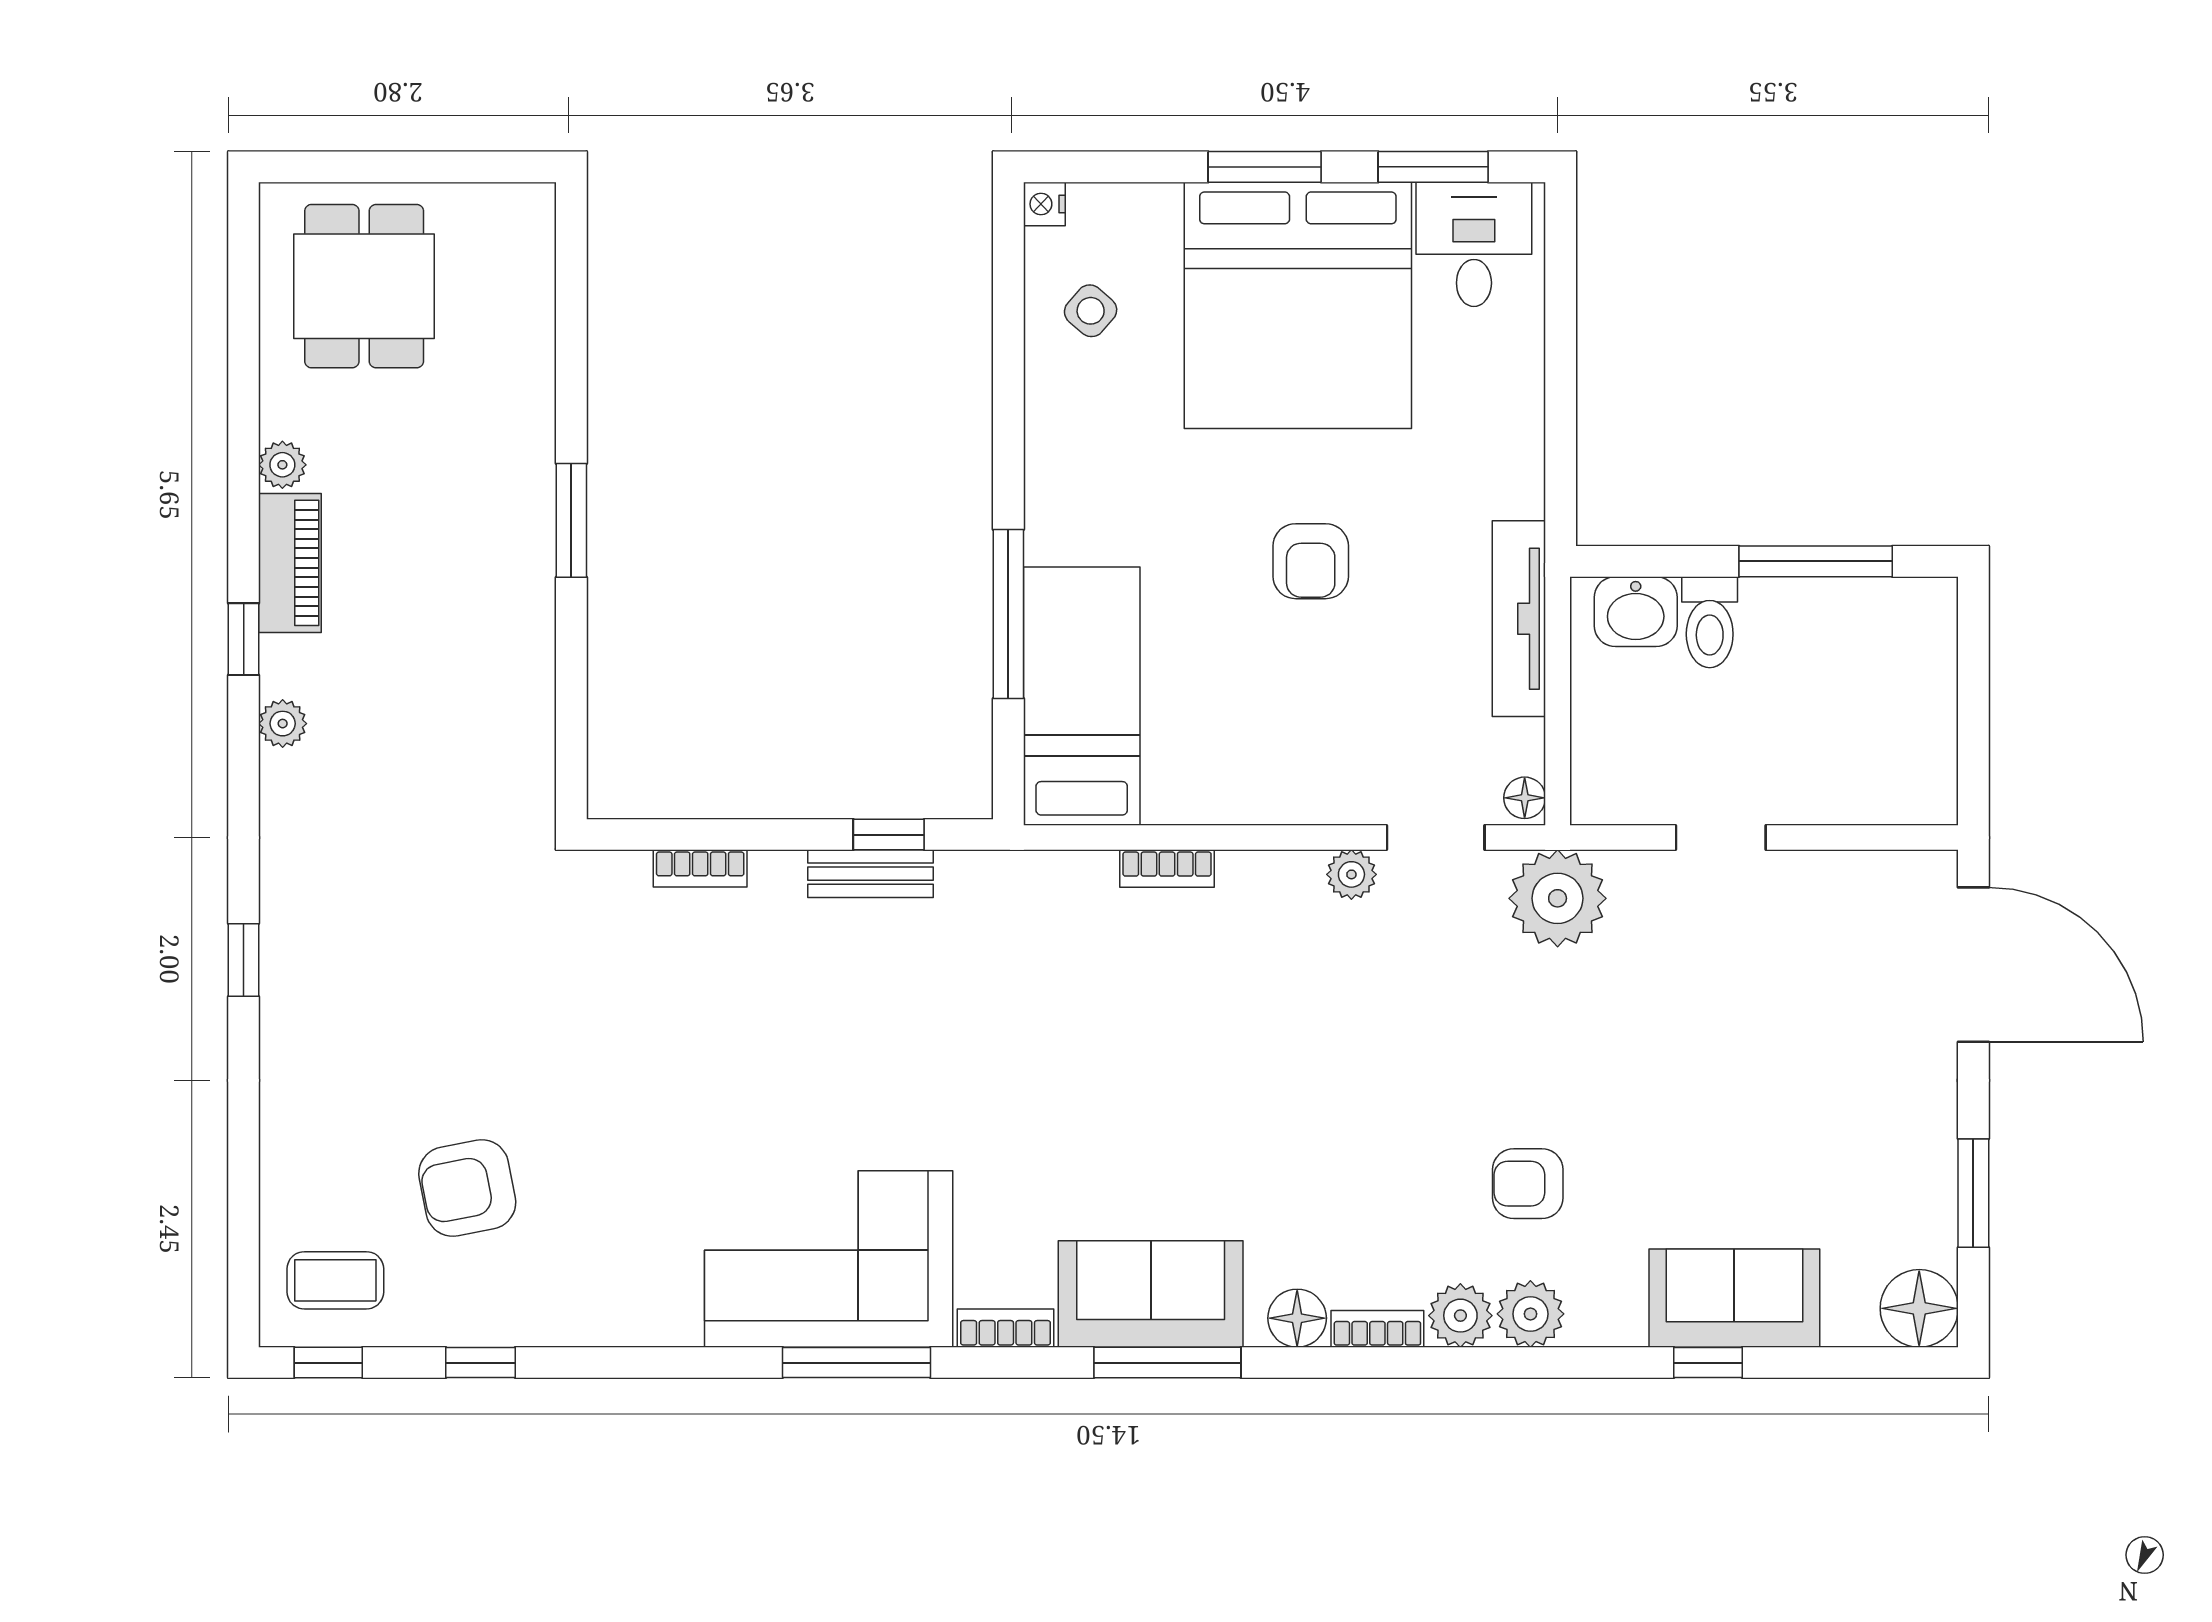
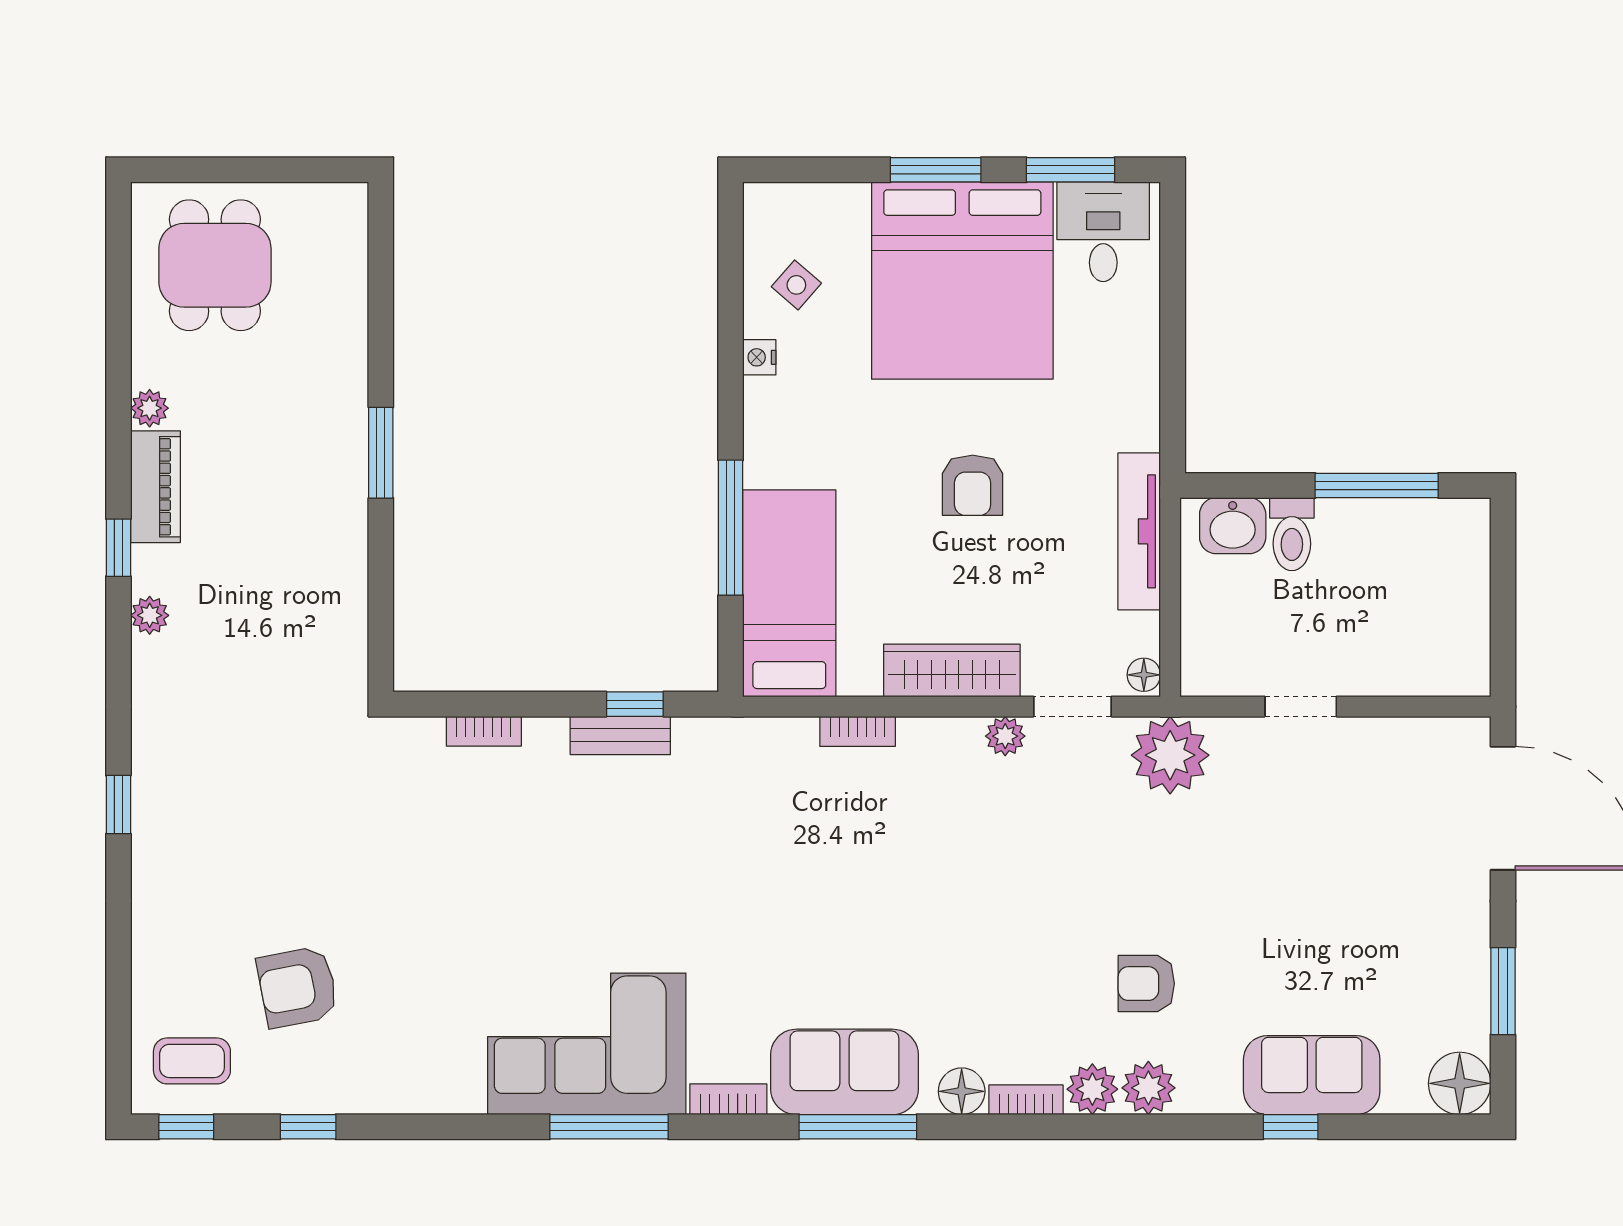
nightstand: (1044, 204) -> (759, 357), moved
wardrobe: (1285, 792) -> (952, 670), added

